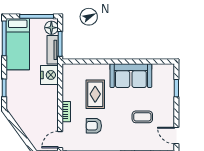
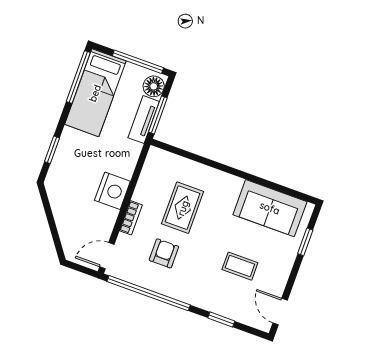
nightstand: (49, 75) -> (112, 191), moved
sofa: (131, 76) -> (270, 208), moved
armchair: (94, 126) -> (164, 253), turned 90

